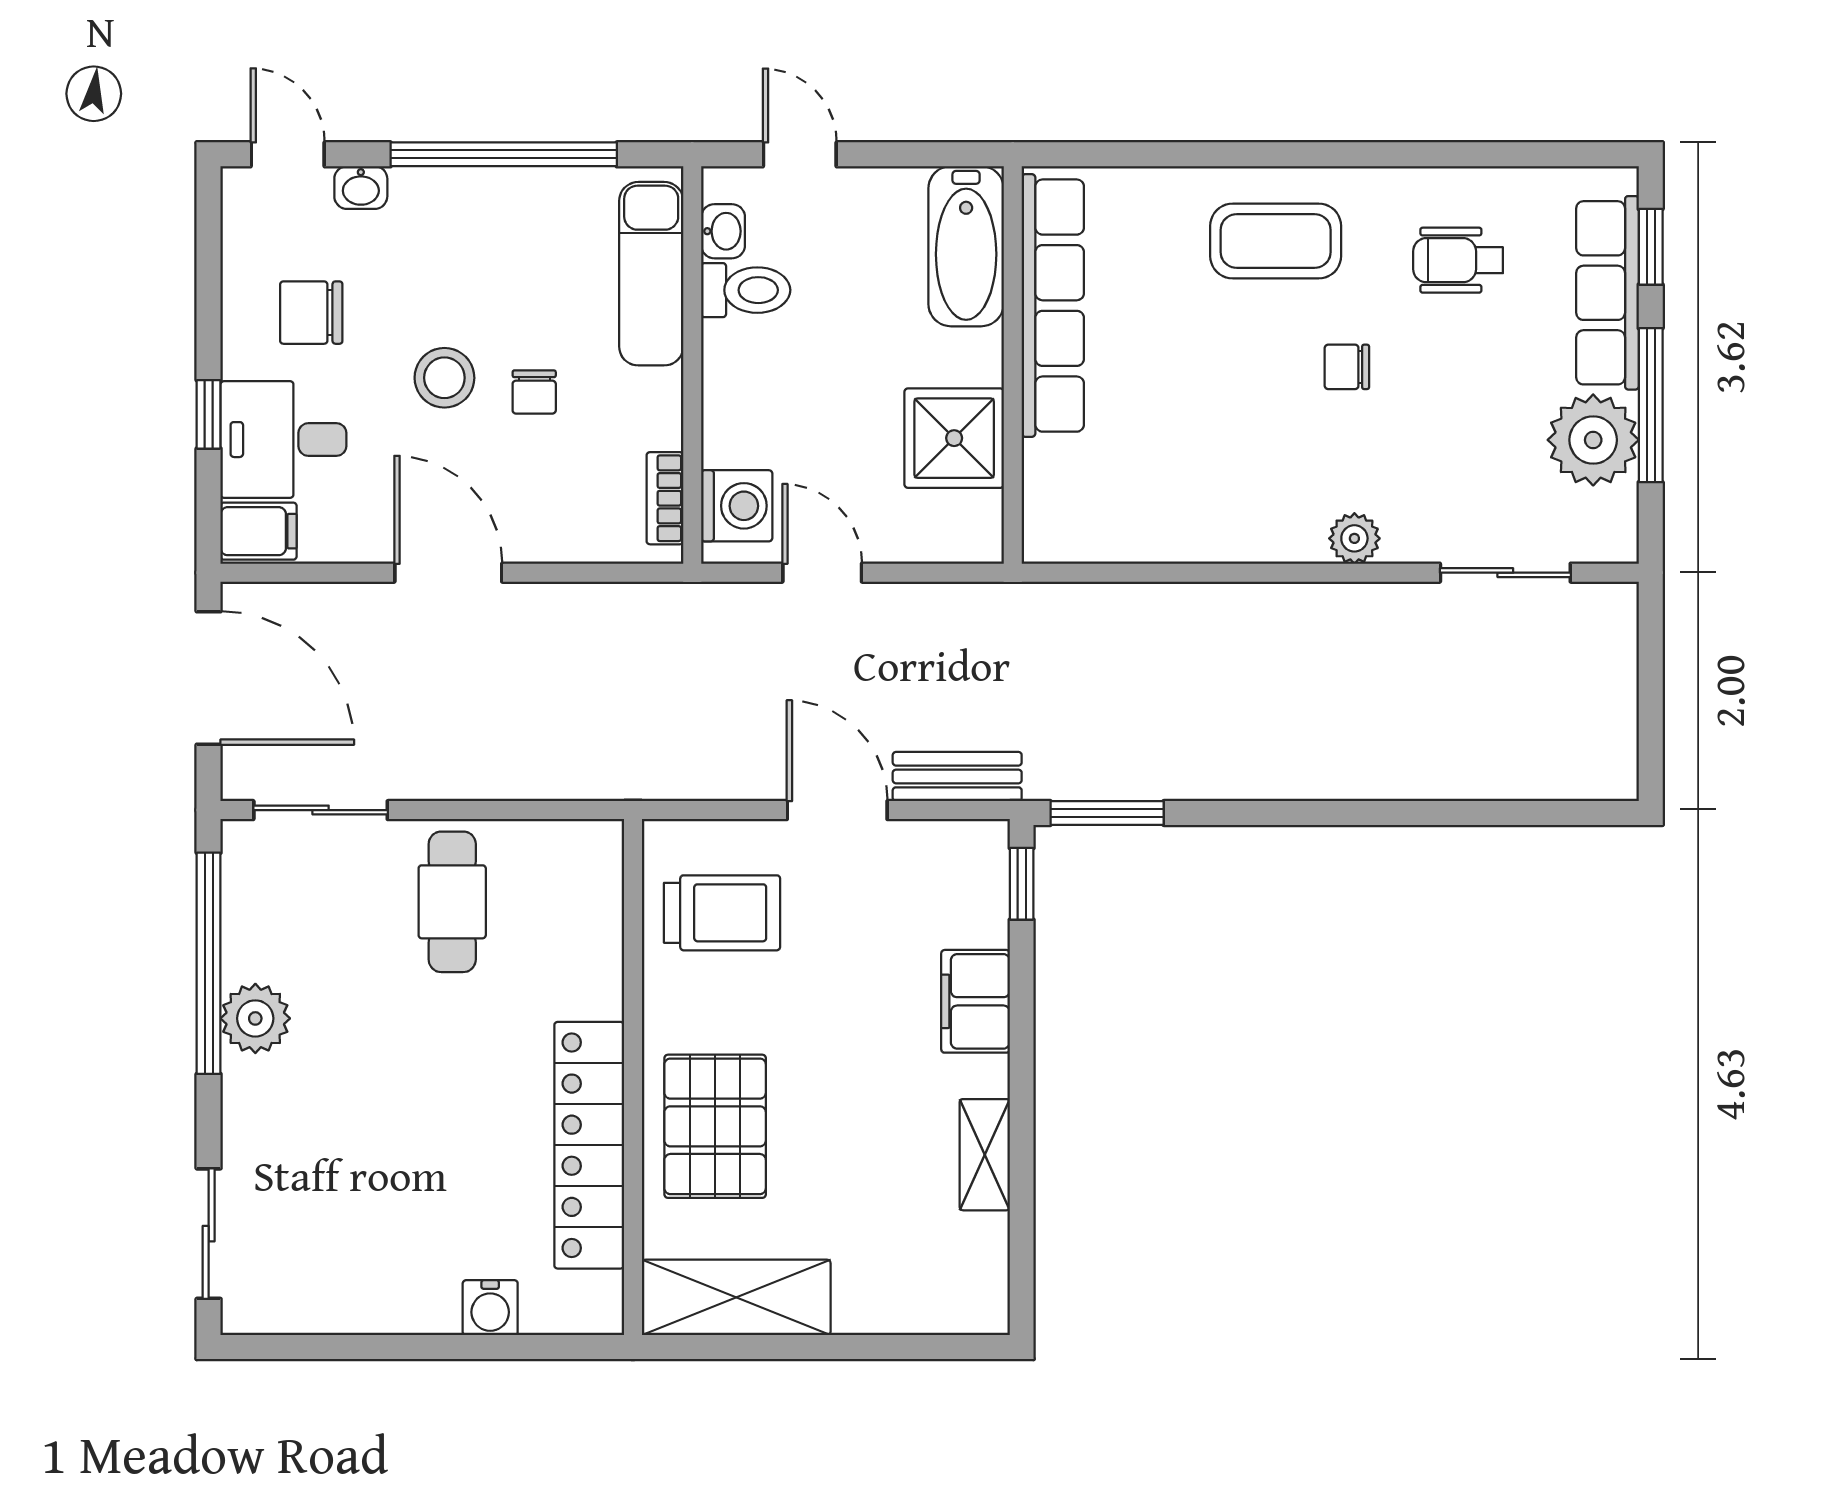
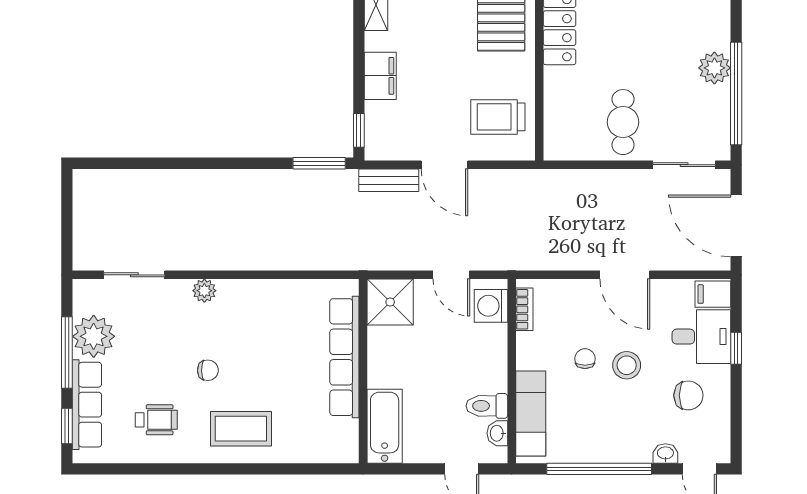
row of seats: (1053, 306) -> (344, 357), moved
shower: (954, 438) -> (390, 302), moved

